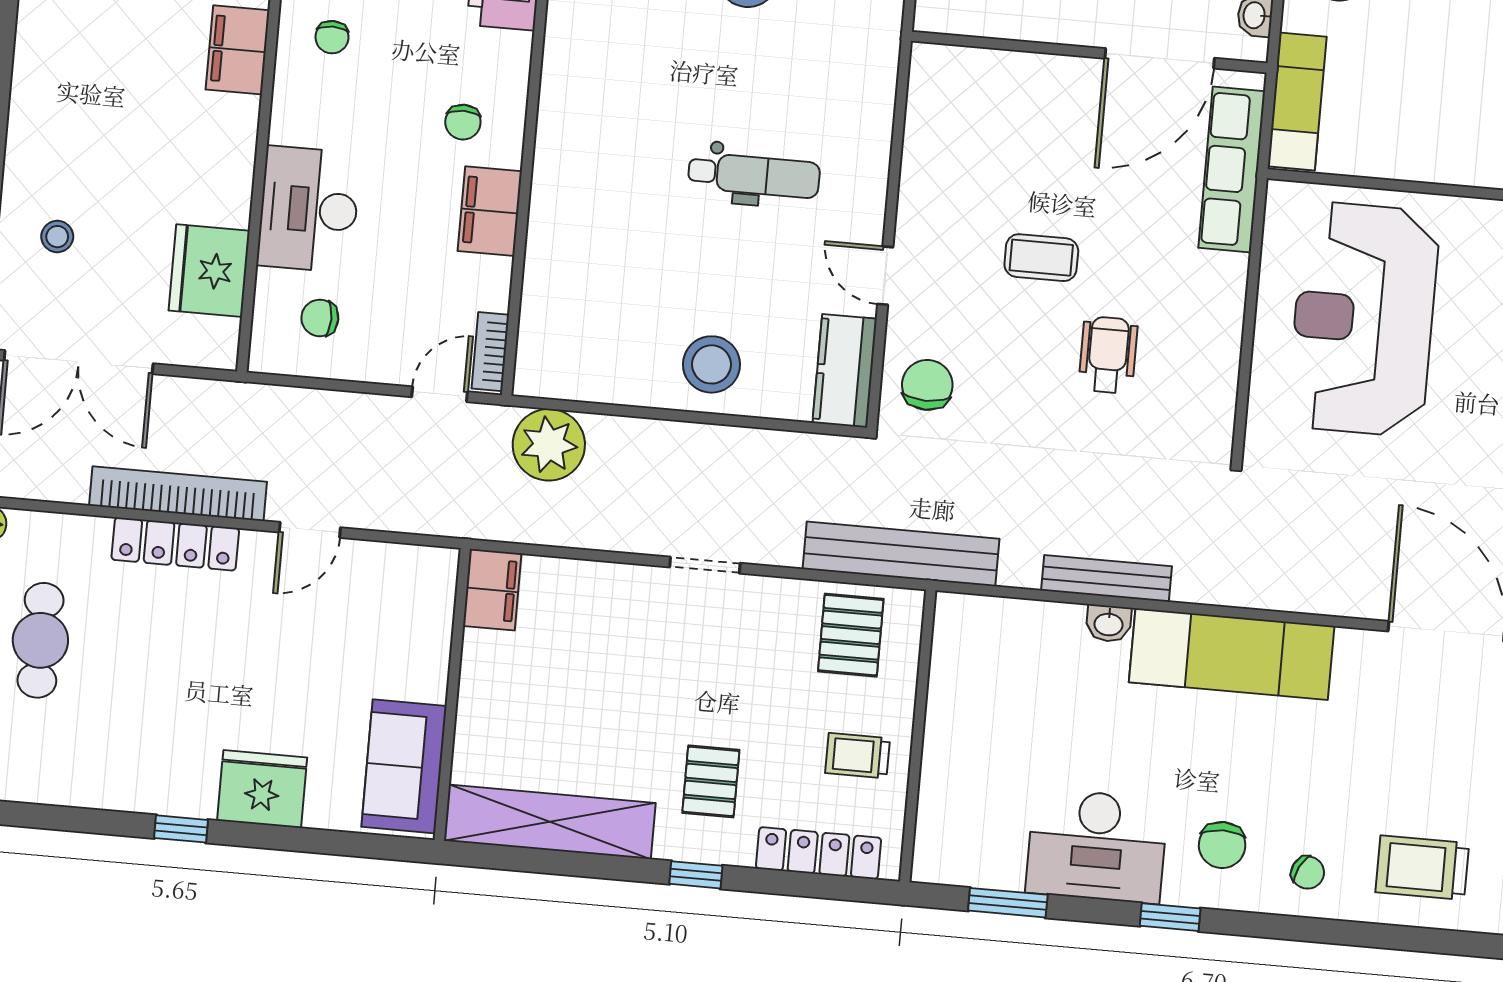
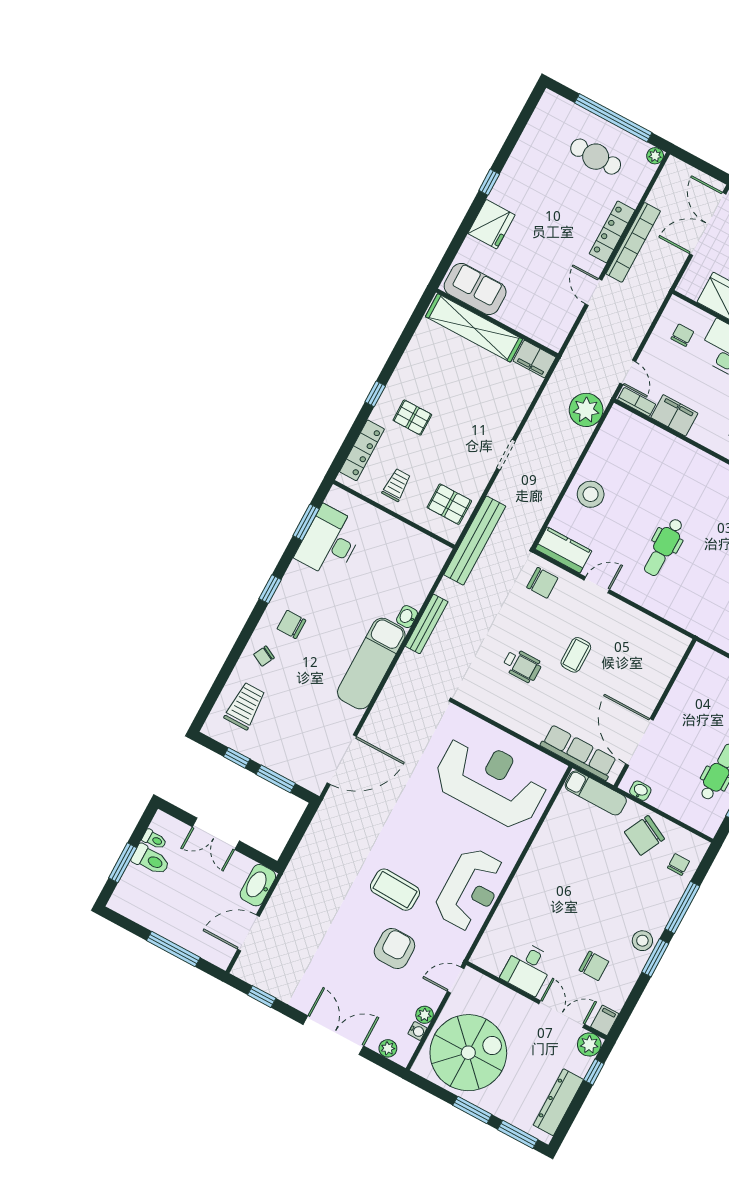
filing cabinet: (490, 211) -> (674, 415), moved
shelving: (550, 822) -> (474, 328), moved, turned 90
desk: (1097, 846) -> (330, 542), moved

